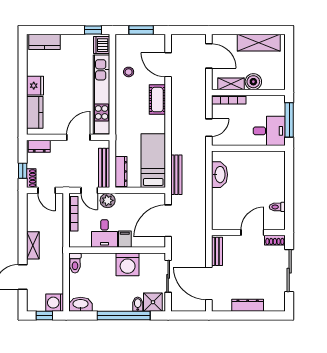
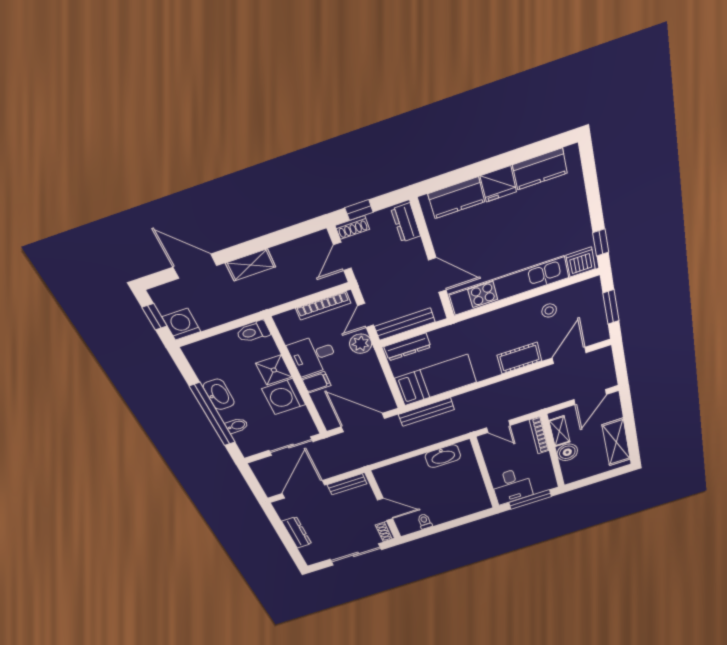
kitchen counter: (44, 42) -> (540, 169), moved, turned -90
shower: (153, 302) -> (274, 370), moved
washbasin: (81, 304) -> (219, 394), moved

